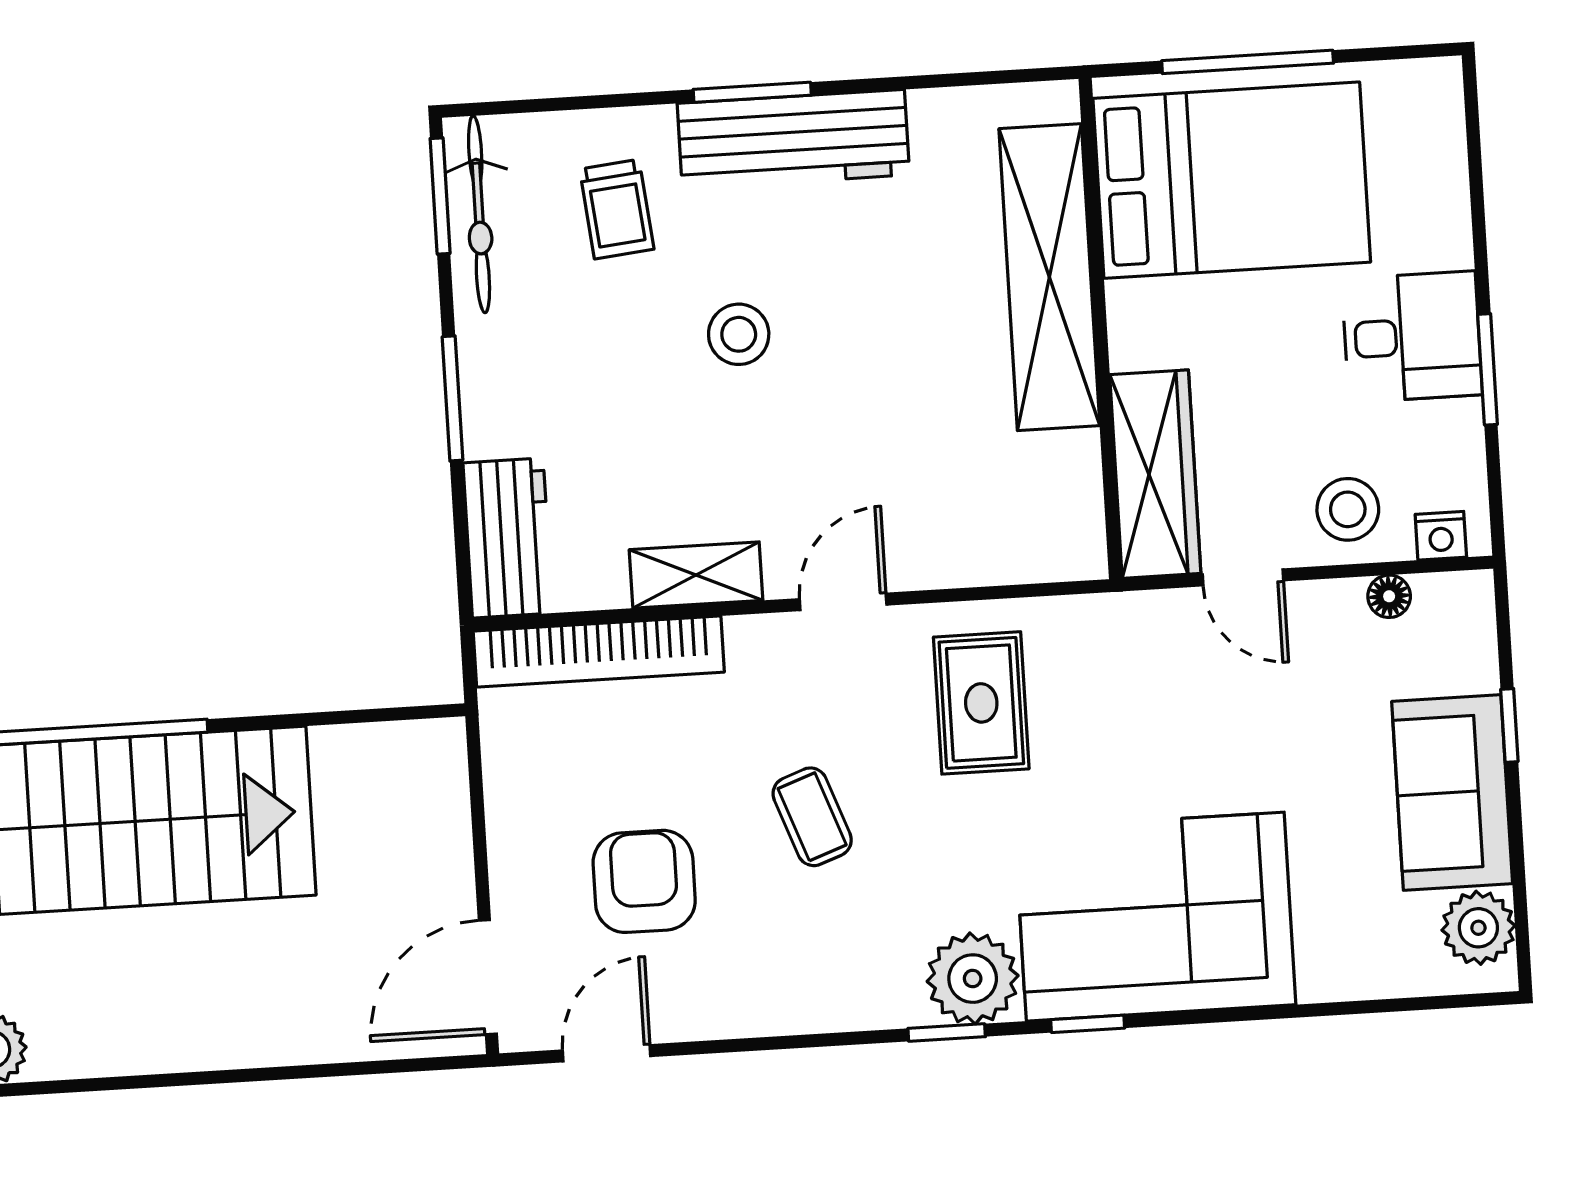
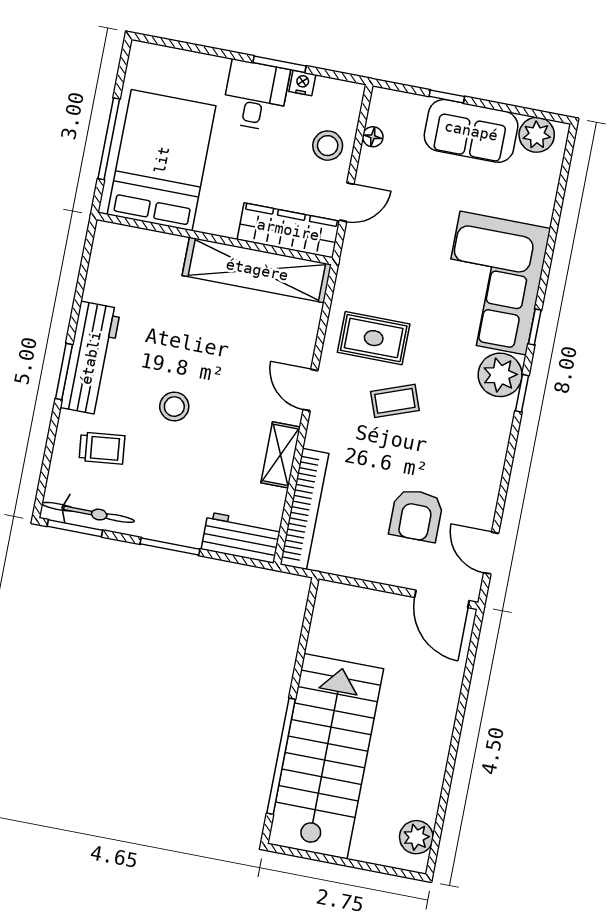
shelving: (1049, 277) -> (257, 270), moved
nightstand: (1441, 536) -> (302, 83), moved, turned -90
coffee table: (812, 817) -> (395, 401), moved
armchair: (644, 881) -> (416, 515), turned -90

